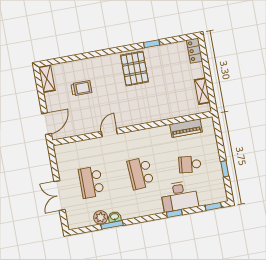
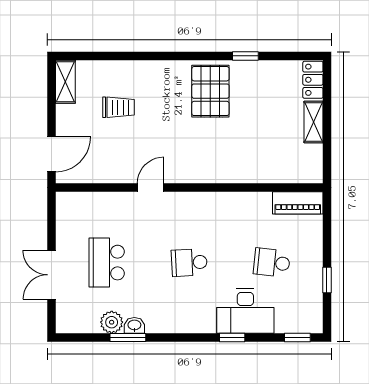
shelving: (202, 91) -> (313, 122), moved
piano: (186, 128) -> (298, 203), moved
school desk: (140, 173) -> (189, 263), width x0.54

